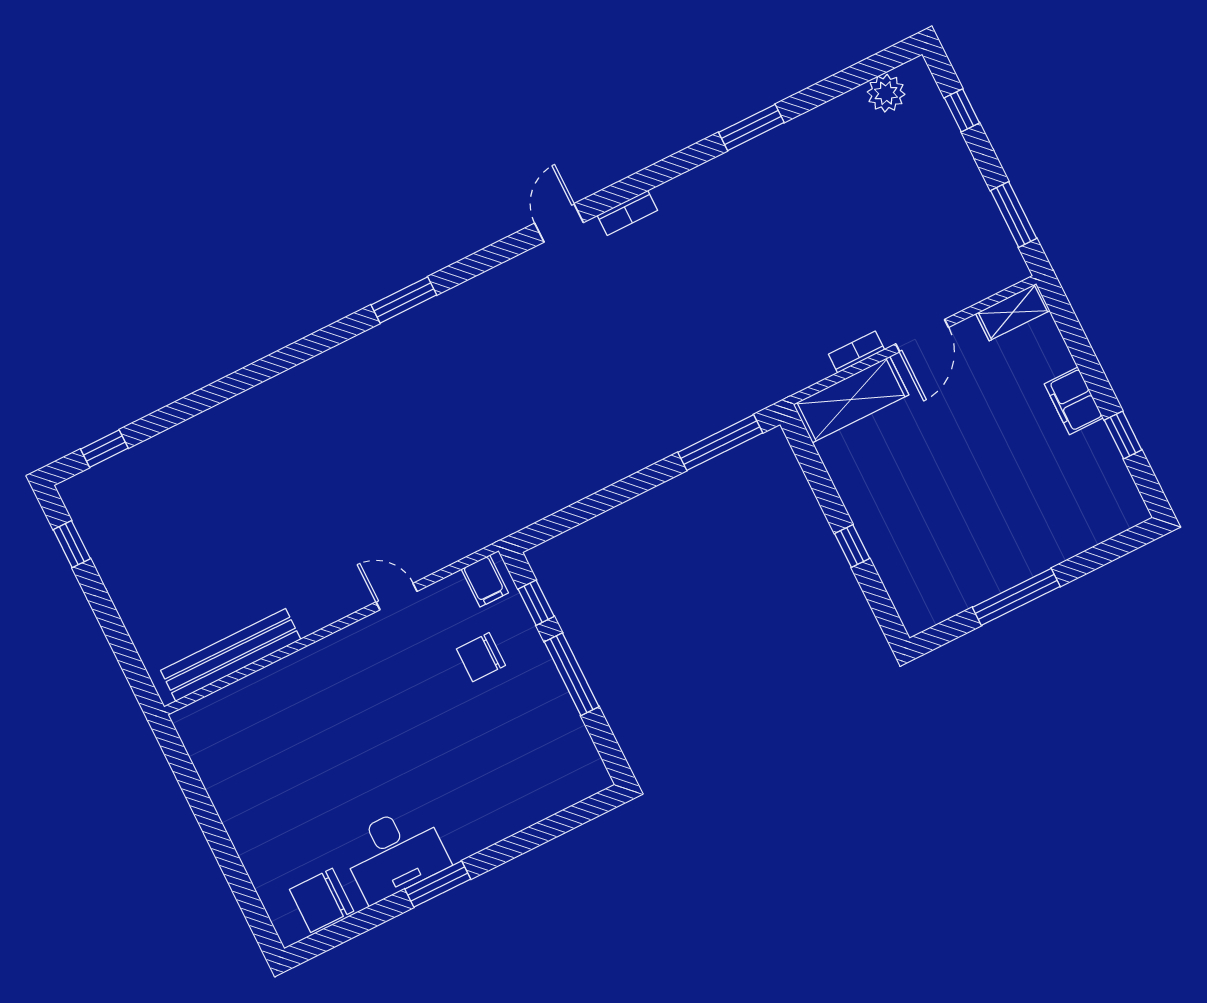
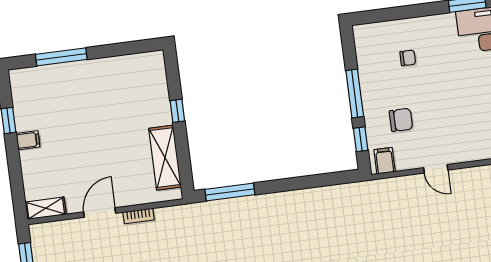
shelving: (851, 400) -> (165, 158), moved, turned 90
filing cabinet: (1074, 401) -> (28, 140), width x0.50
window: (1016, 597) -> (61, 57), moved
chair: (505, 762) -> (408, 58), added

